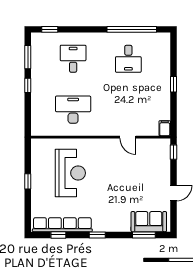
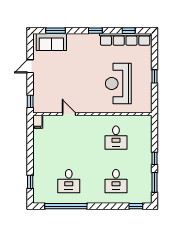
desk: (128, 59) -> (69, 181), turned 180
window: (174, 84) -> (30, 182), moved
desk: (73, 110) -> (116, 138), width x0.73

